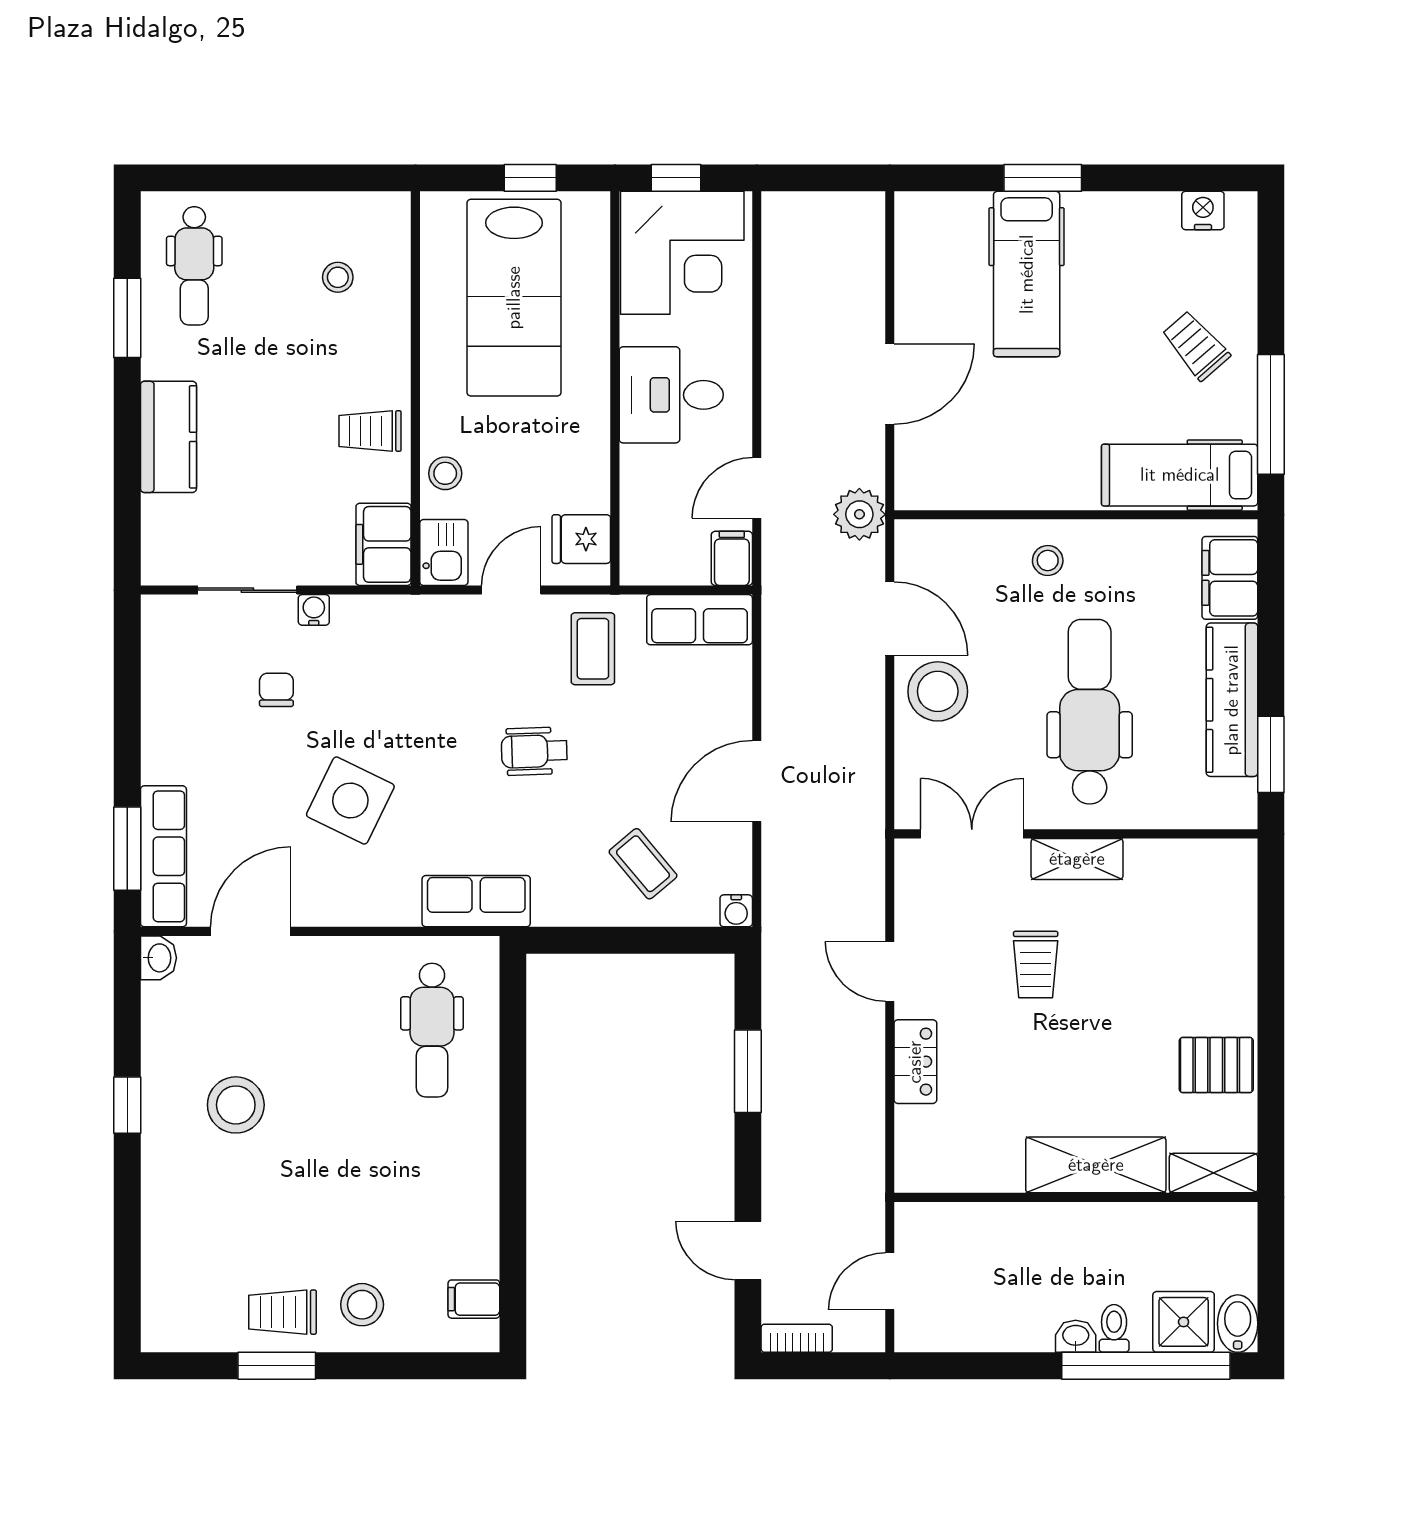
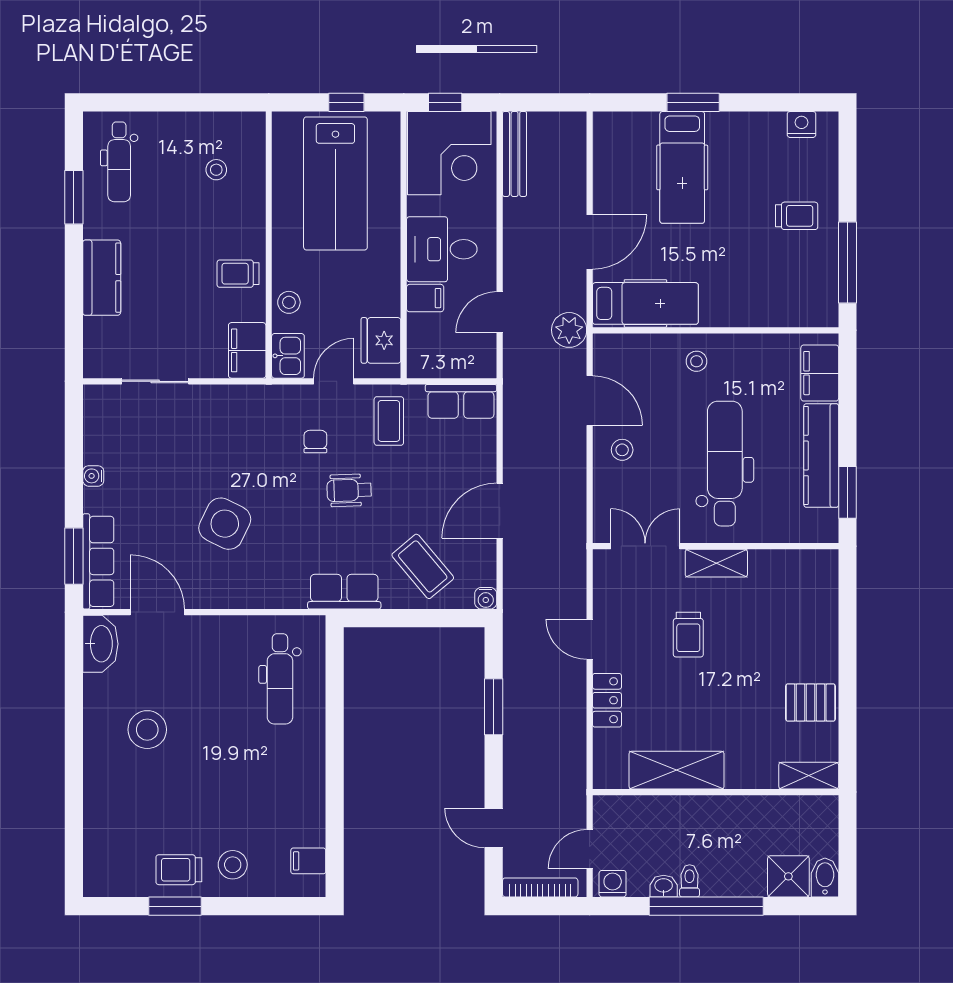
bench: (779, 254) -> (515, 154), added
trolley: (1196, 346) -> (797, 216), turned 131
hospital bed: (1180, 475) -> (645, 303), moved, turned 180
fridge: (581, 539) -> (381, 340), width x1.38
filing cabinet: (732, 558) -> (425, 298), moved, turned 90
water cooler: (314, 610) -> (93, 476), moved, turned -90
chair: (276, 690) -> (315, 442), moved
stool: (938, 691) -> (622, 450), width x0.53, depth x0.53
coffee table: (643, 864) -> (423, 566), width x1.36, depth x1.30
row of seats: (476, 901) -> (344, 592), moved
door: (251, 931) -> (157, 612), hinge flipped
washbasin: (158, 958) -> (100, 644), width x1.91, depth x1.45
window: (127, 1105) -> (74, 730), removed
shelving: (1096, 1165) -> (677, 770), moved
toilet: (1114, 1328) -> (690, 881), moved
washing machine: (924, 1333) -> (613, 884), added
washbasin: (1076, 1336) -> (664, 886), moved
bookcase: (797, 1338) -> (540, 887), width x1.56
window: (1146, 1366) -> (706, 906), moved

